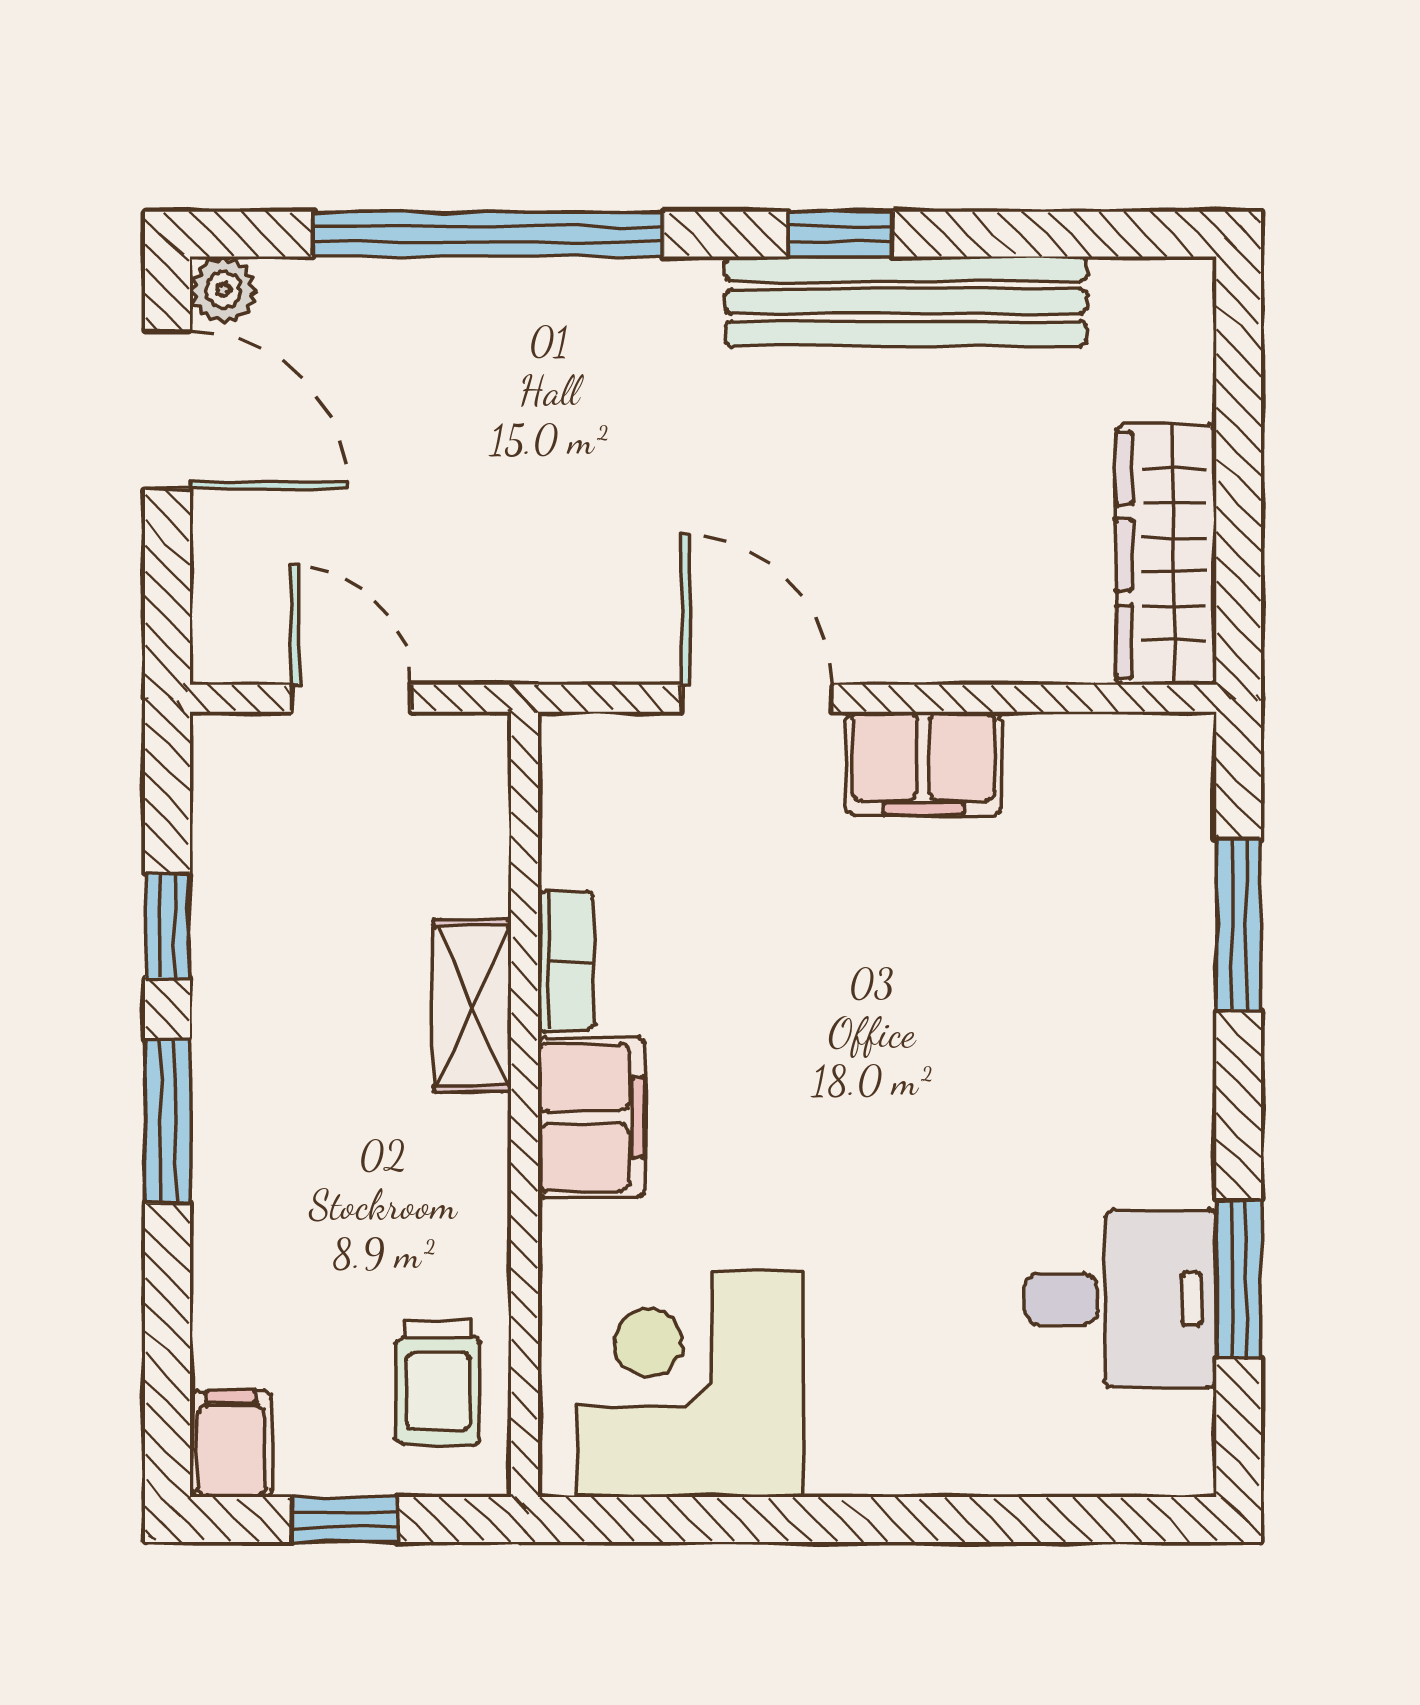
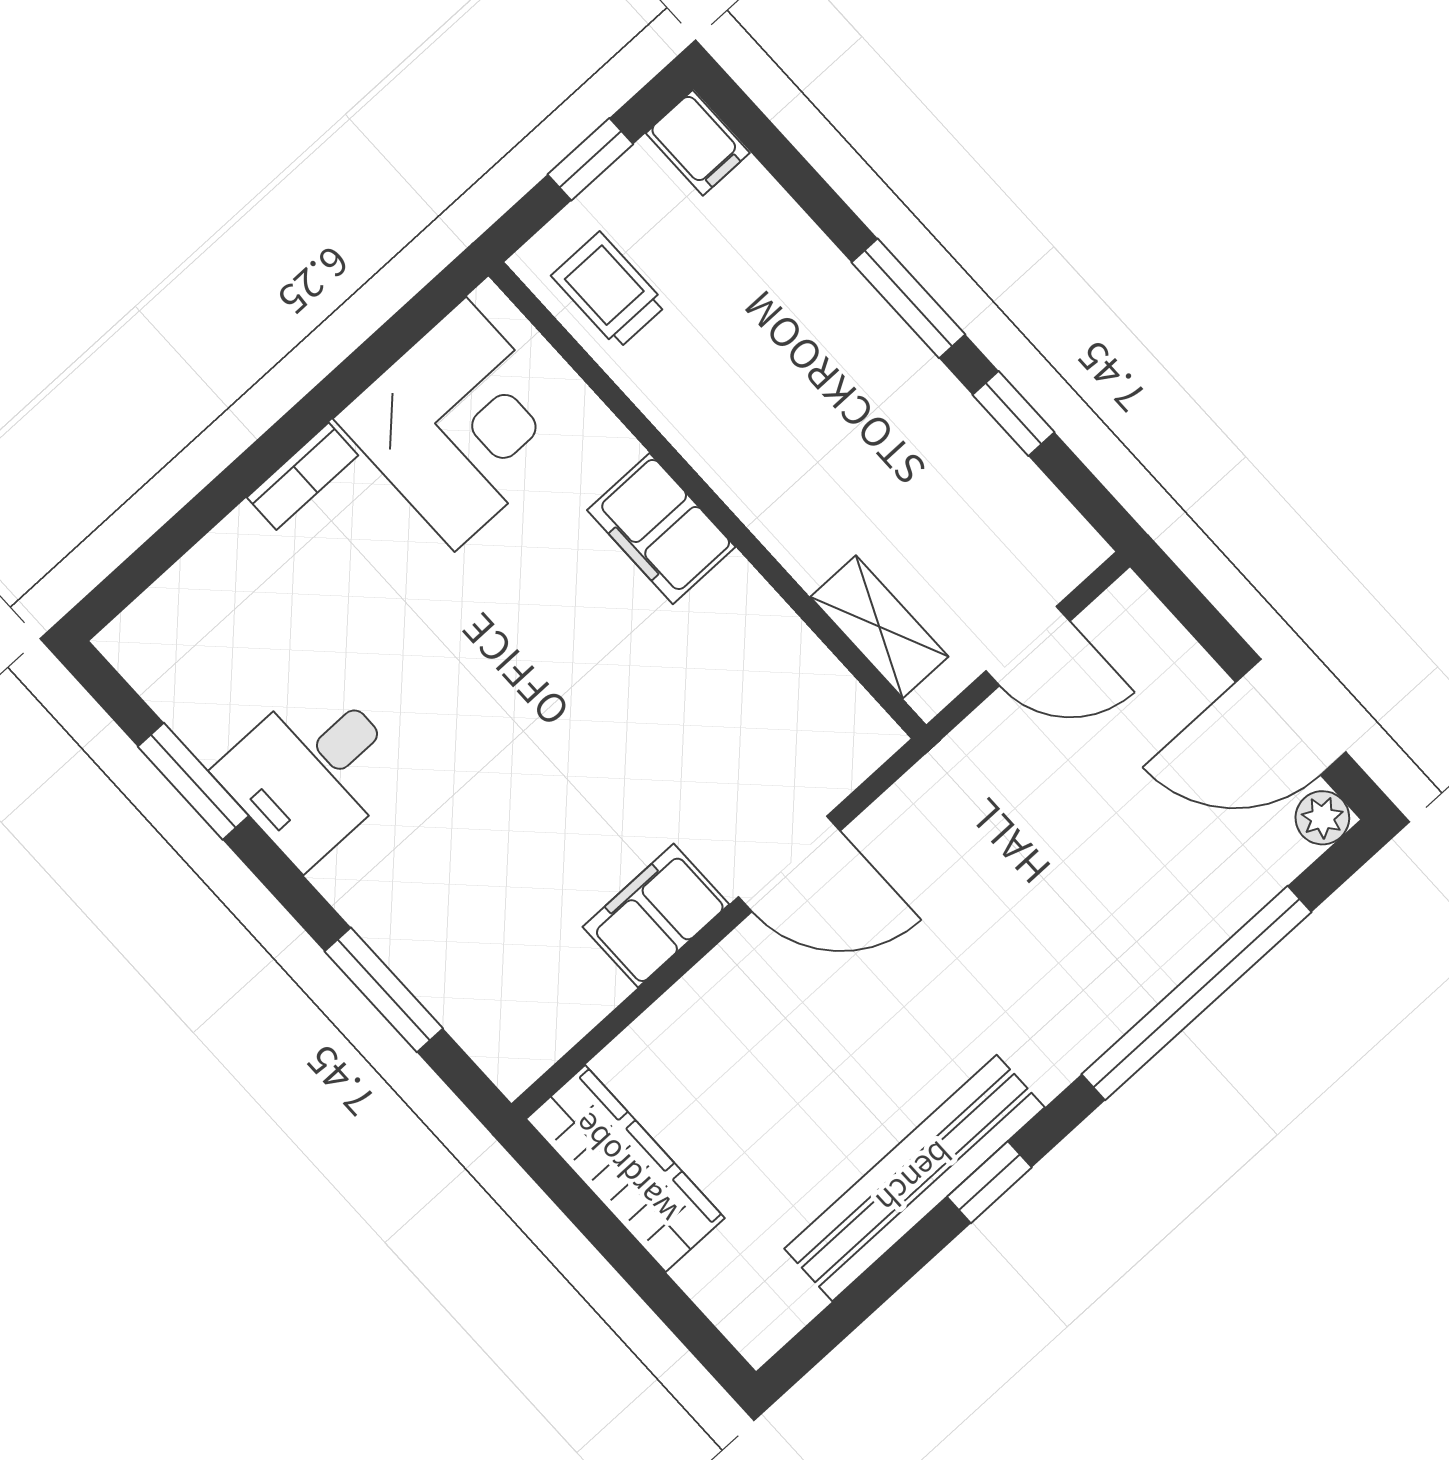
bookcase: (566, 961) -> (302, 476), moved, turned -90
shelving: (472, 1006) -> (879, 627), moved
desk: (1120, 1299) -> (312, 772), moved

